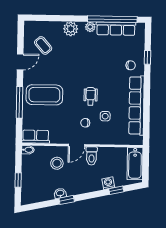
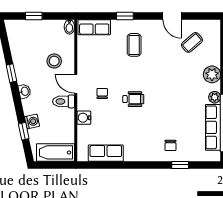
coffee table: (44, 95) -> (134, 45), width x0.54, depth x0.58
window: (19, 102) -> (125, 16), width x0.46
row of seats: (136, 106) -> (106, 153), width x0.50
side table: (105, 116) -> (110, 117), removed
row of seats: (36, 137) -> (94, 27), moved, turned 90
water cooler: (106, 139) -> (84, 118), added
washbasin: (60, 193) -> (25, 91), moved

